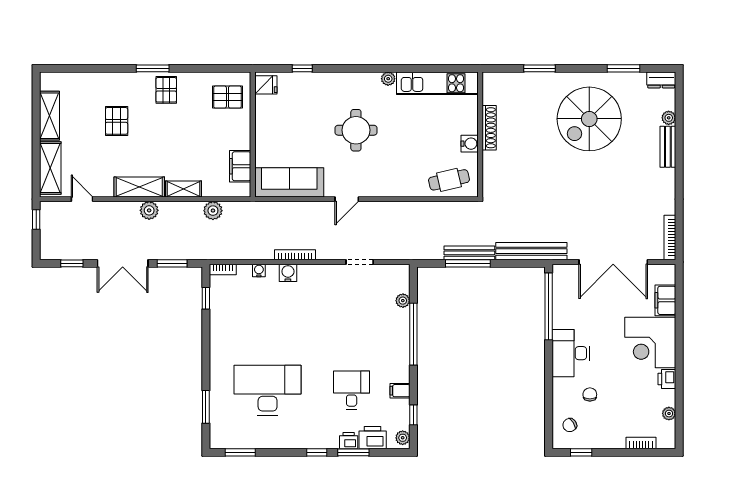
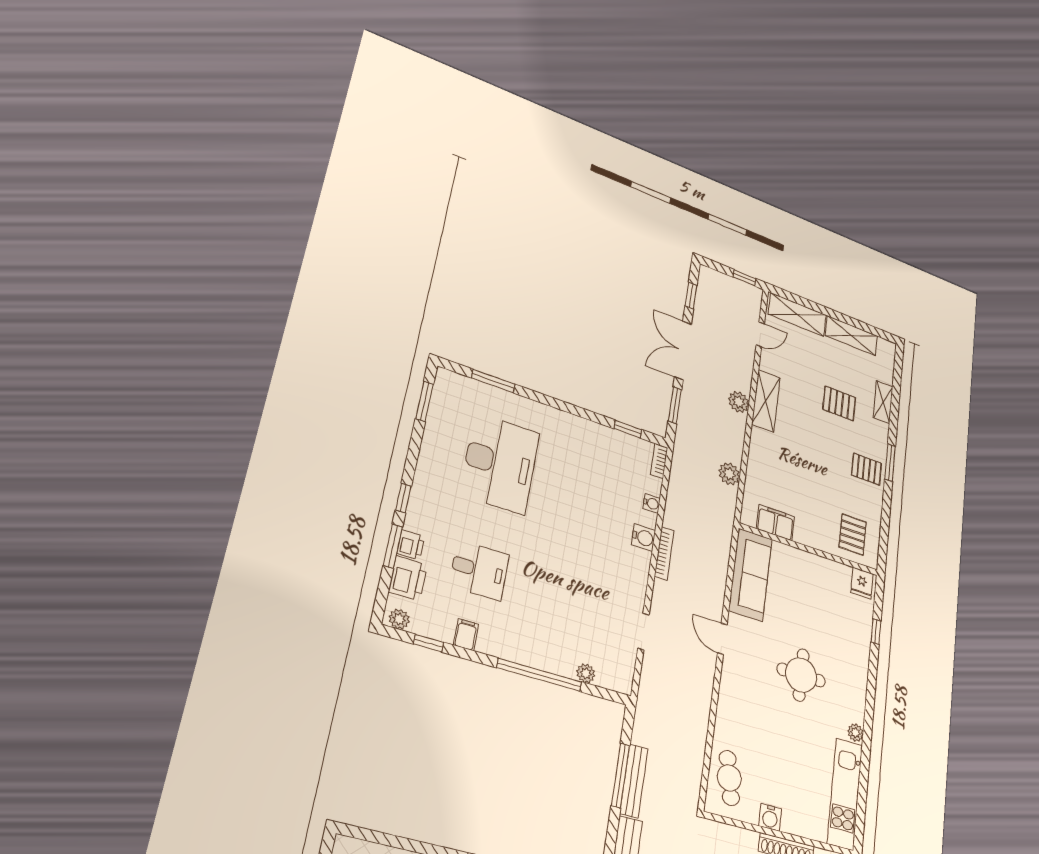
shelving: (184, 189) -> (883, 402), moved

